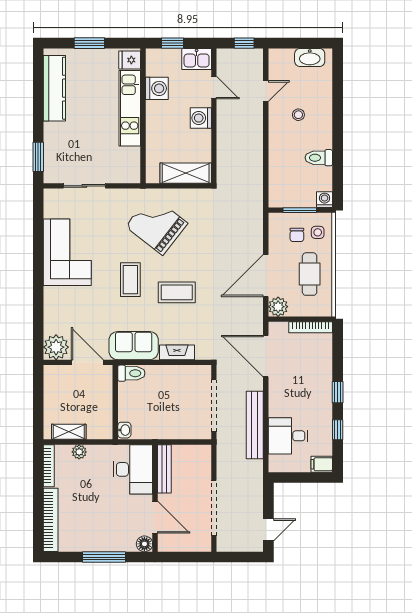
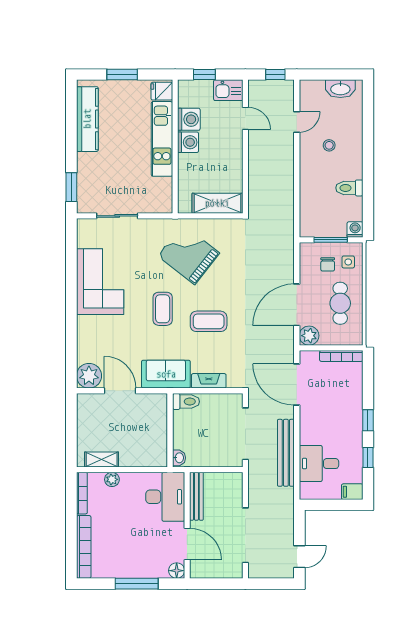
washing machine: (201, 118) -> (188, 142), moved, turned 180
toilet: (131, 373) -> (186, 402), moved
wall: (115, 402) -> (170, 430), moved
washbasin: (124, 430) -> (179, 458), moved

